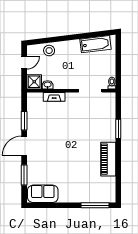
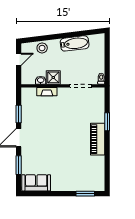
bathtub: (96, 44) -> (75, 43), moved
shower: (34, 82) -> (53, 77), moved
piano: (108, 159) -> (98, 139), moved
window: (95, 205) -> (85, 194), width x0.69

